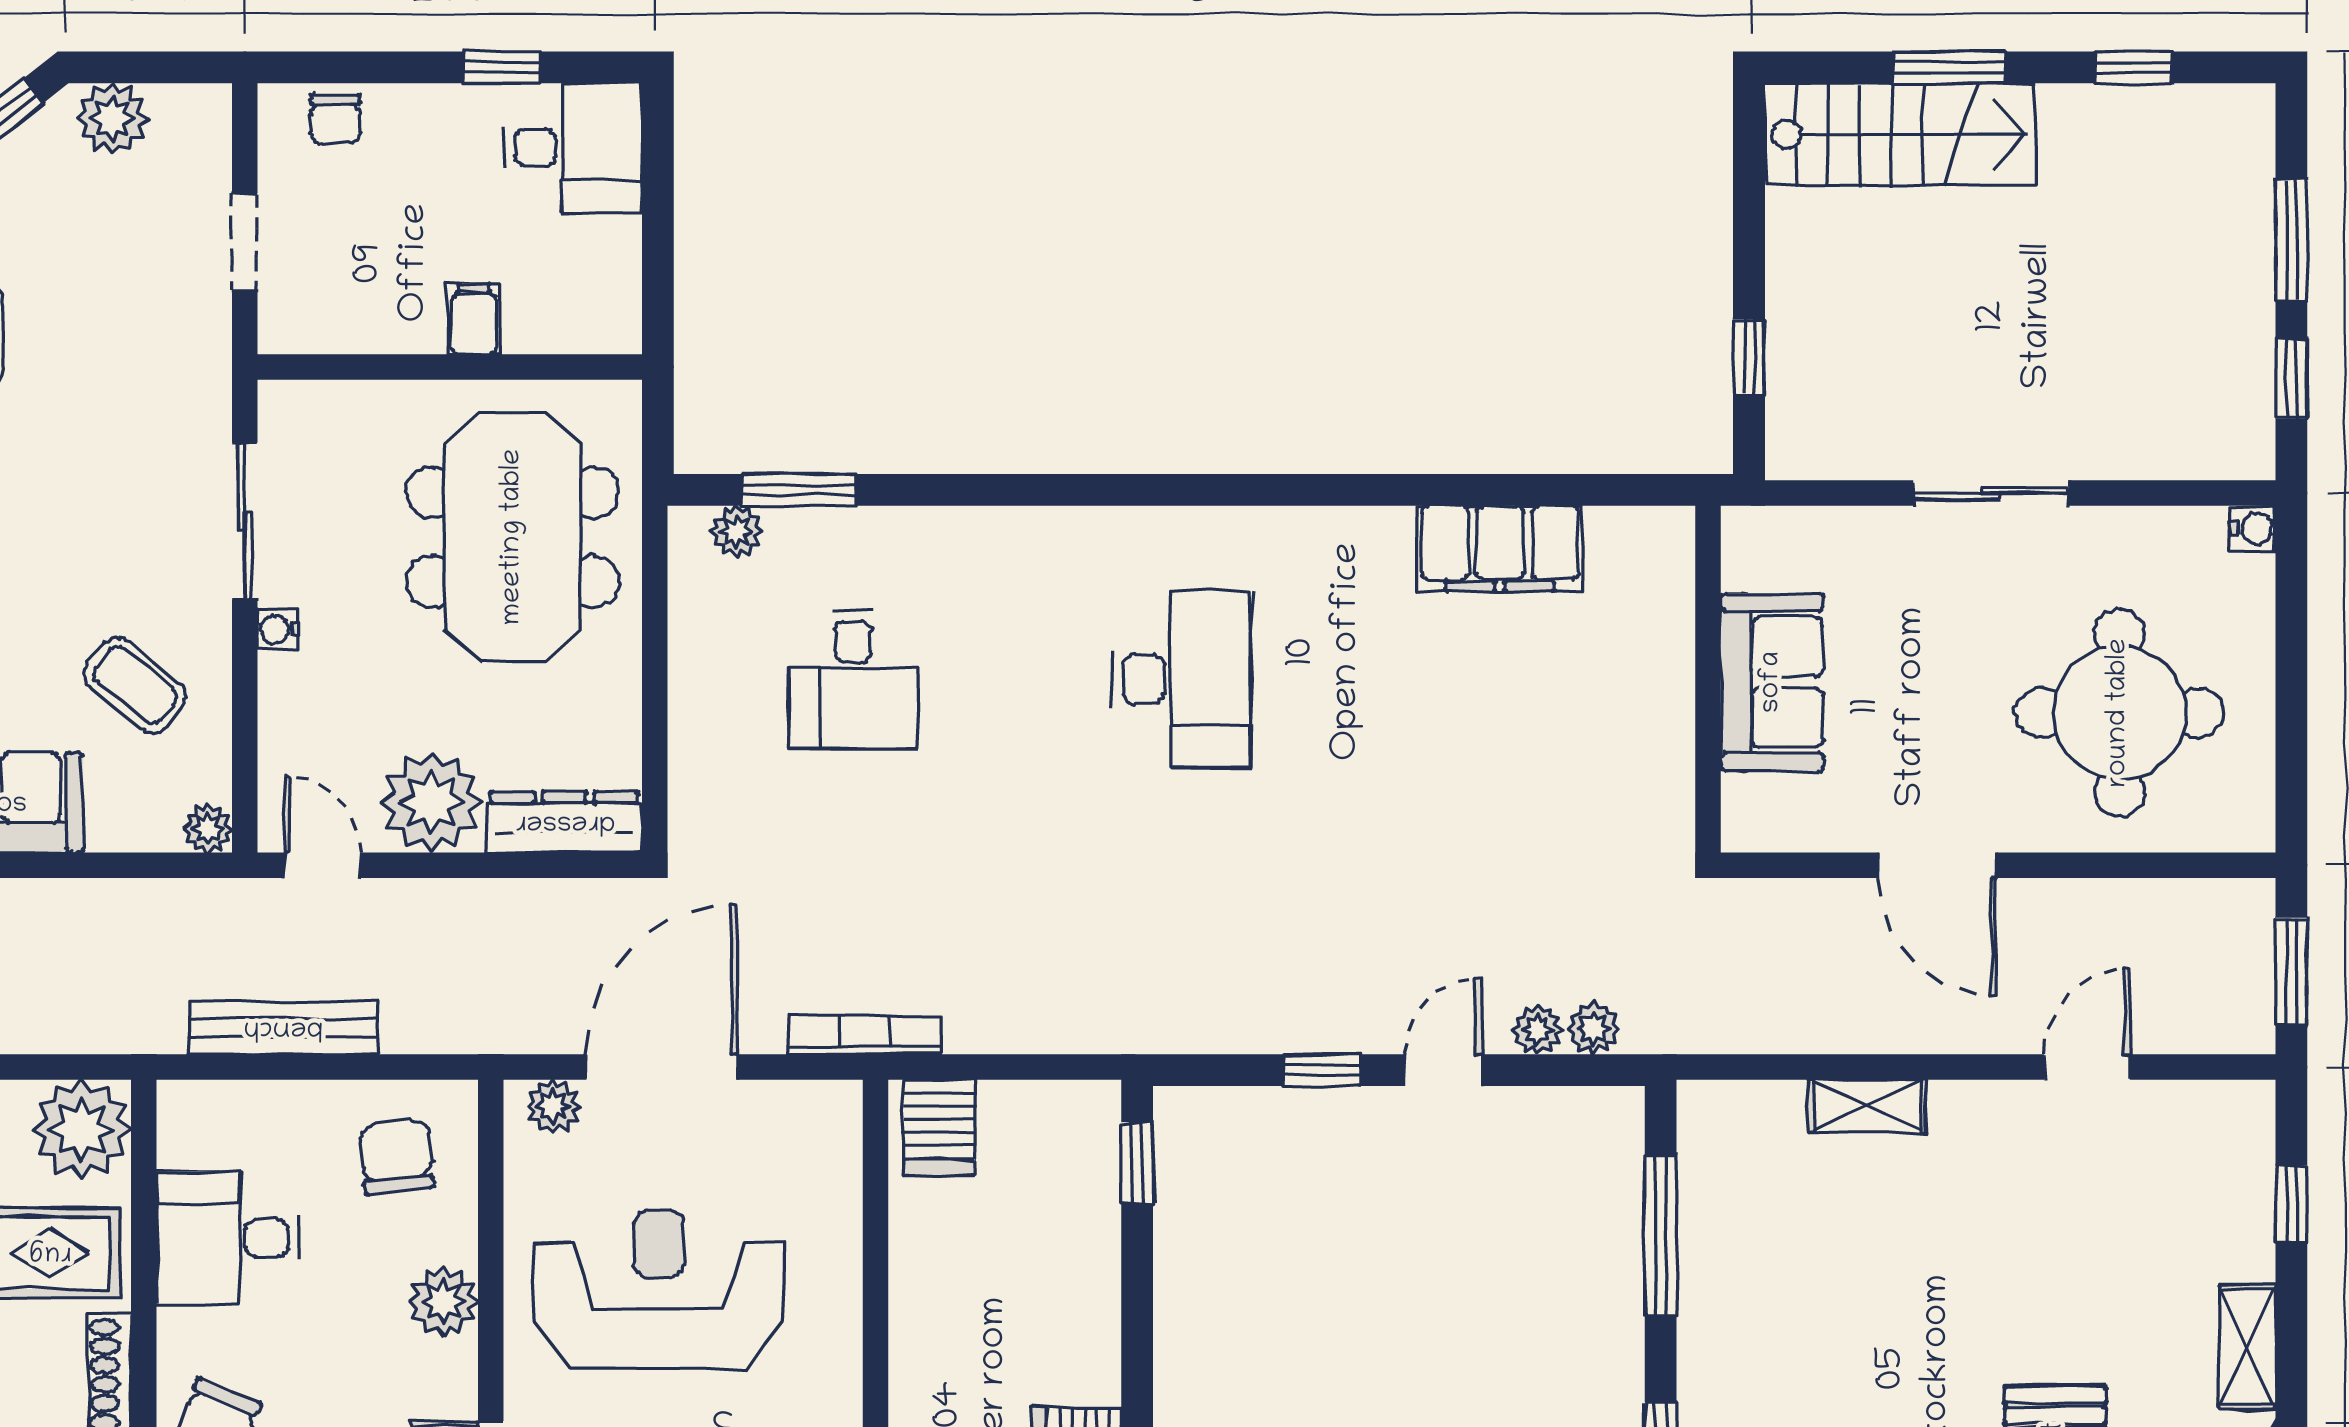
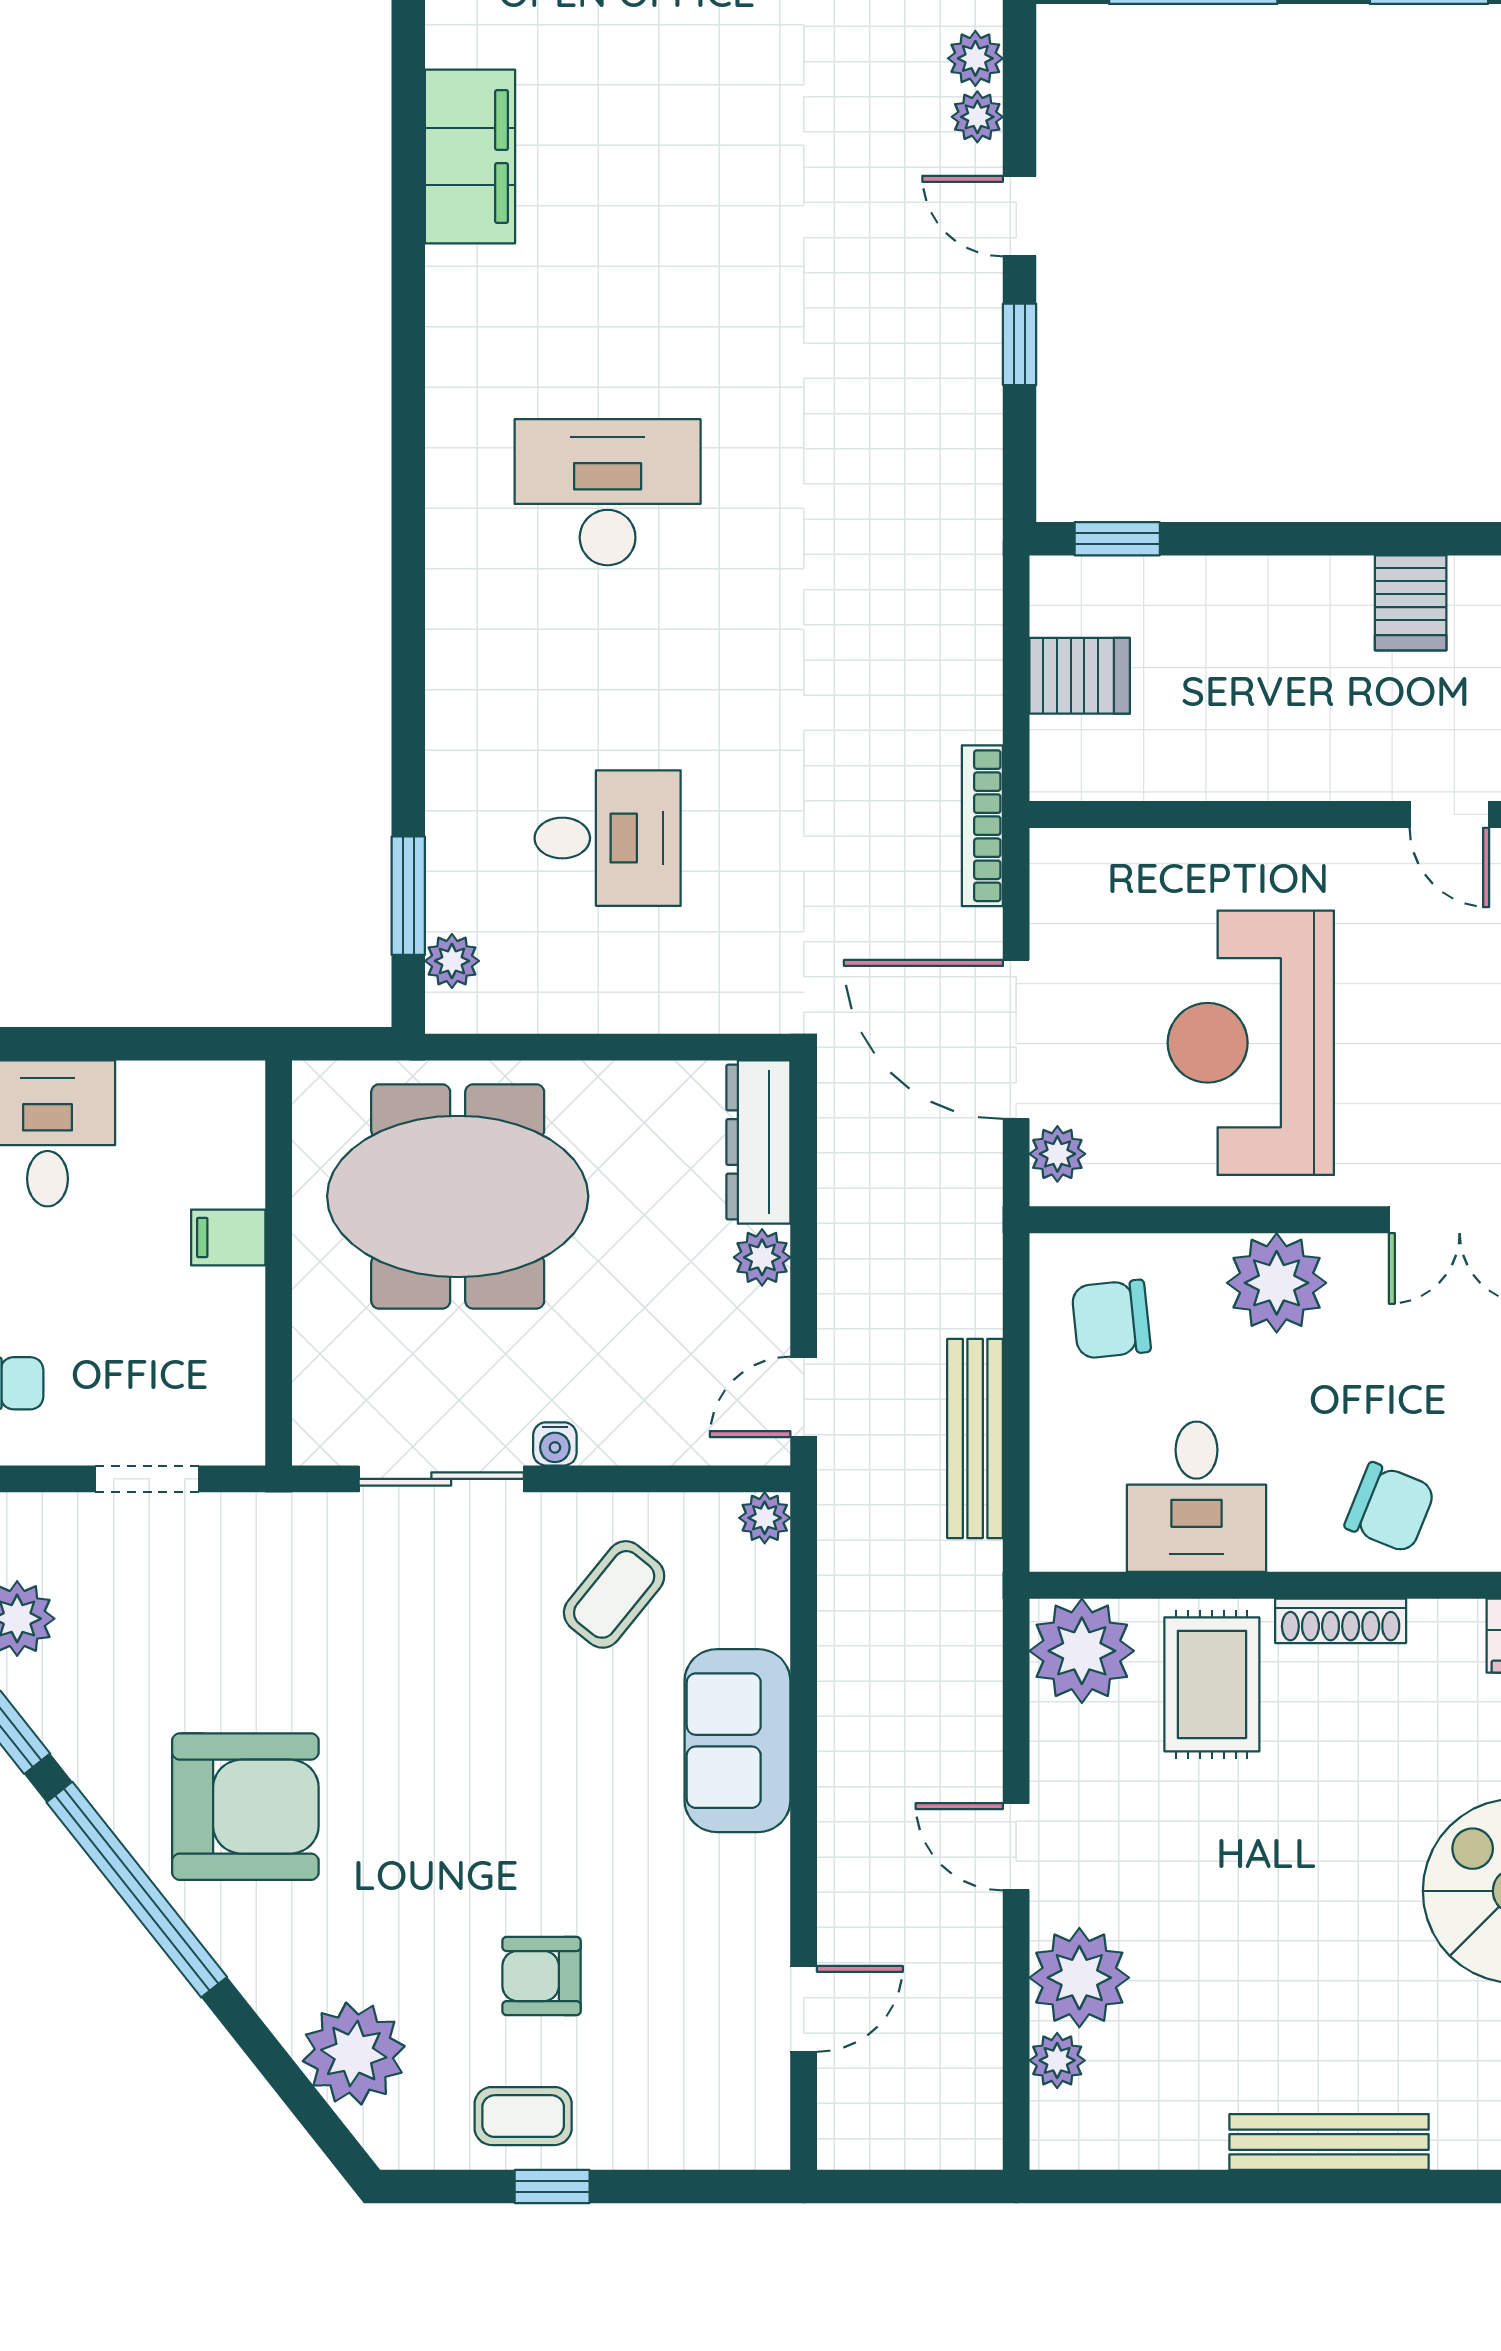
plant: (432, 802) -> (762, 1257), width x0.53, depth x0.53
server rack: (939, 1127) -> (1080, 676), moved
plant: (443, 1302) -> (1277, 1283), width x1.36, depth x1.36

